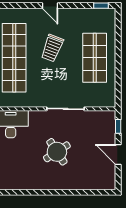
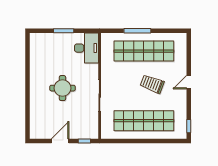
shop shelf: (95, 58) -> (144, 121), width x1.40
round table: (57, 152) -> (62, 88), turned 33

